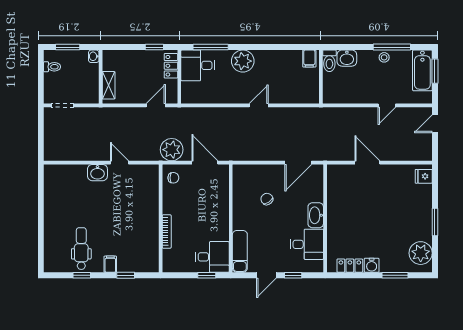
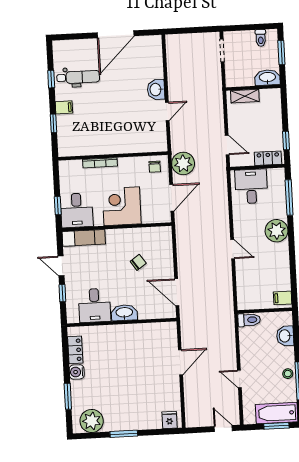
washbasin: (94, 56) -> (267, 78), width x1.91, depth x1.45
toilet: (329, 61) -> (249, 320), moved, turned 180
desk: (198, 65) -> (251, 186), moved
door: (41, 209) -> (116, 34), added
corner desk: (211, 212) -> (122, 206), added

